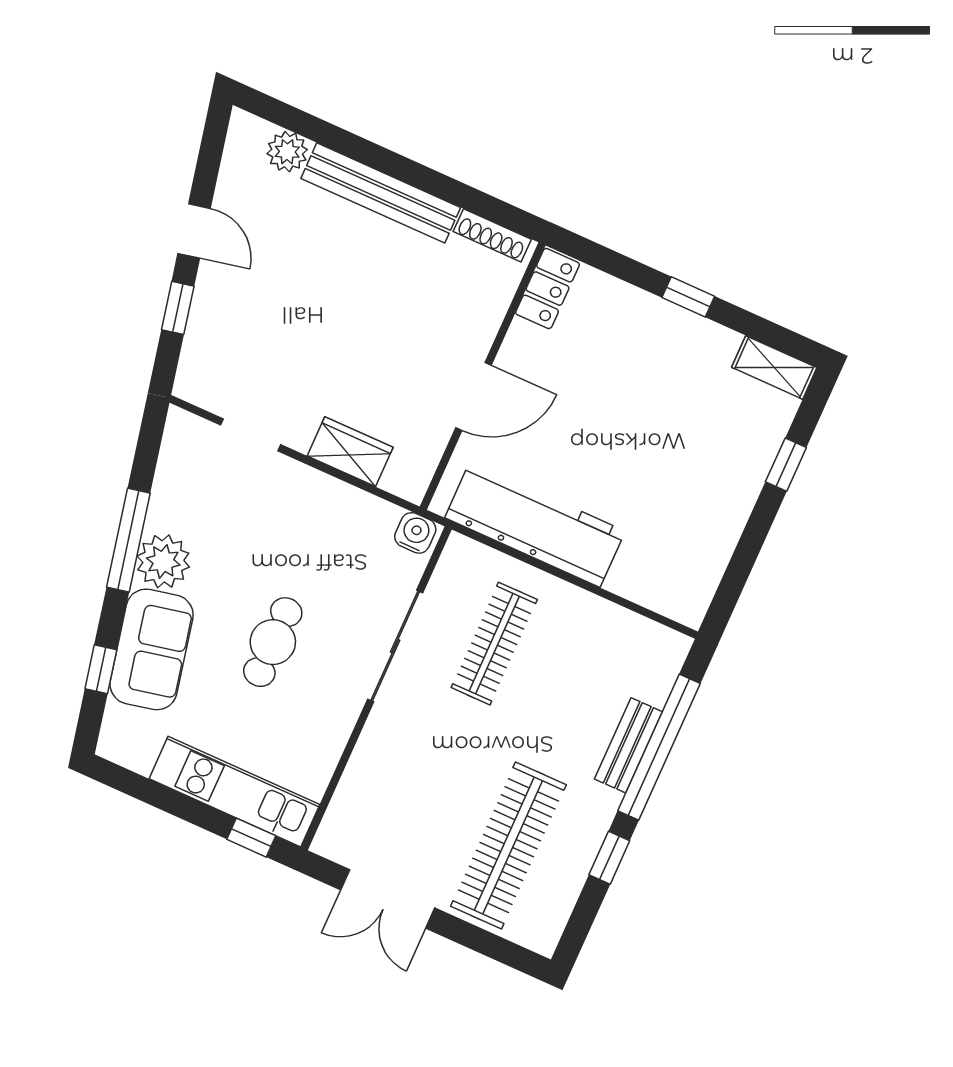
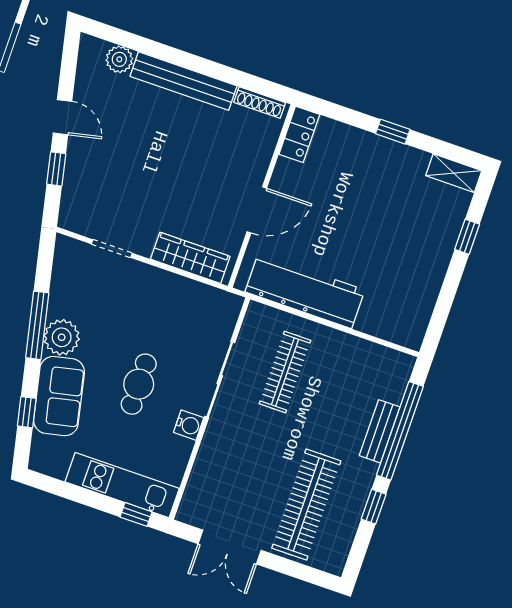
wardrobe: (350, 452) -> (190, 258), width x1.50
water cooler: (415, 533) -> (189, 425), moved, turned 90

